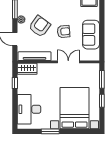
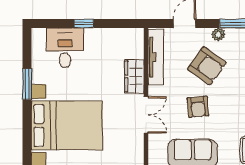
wardrobe: (27, 69) -> (134, 77), moved
window: (15, 83) -> (84, 23), moved
desk: (29, 109) -> (65, 48), width x0.73

